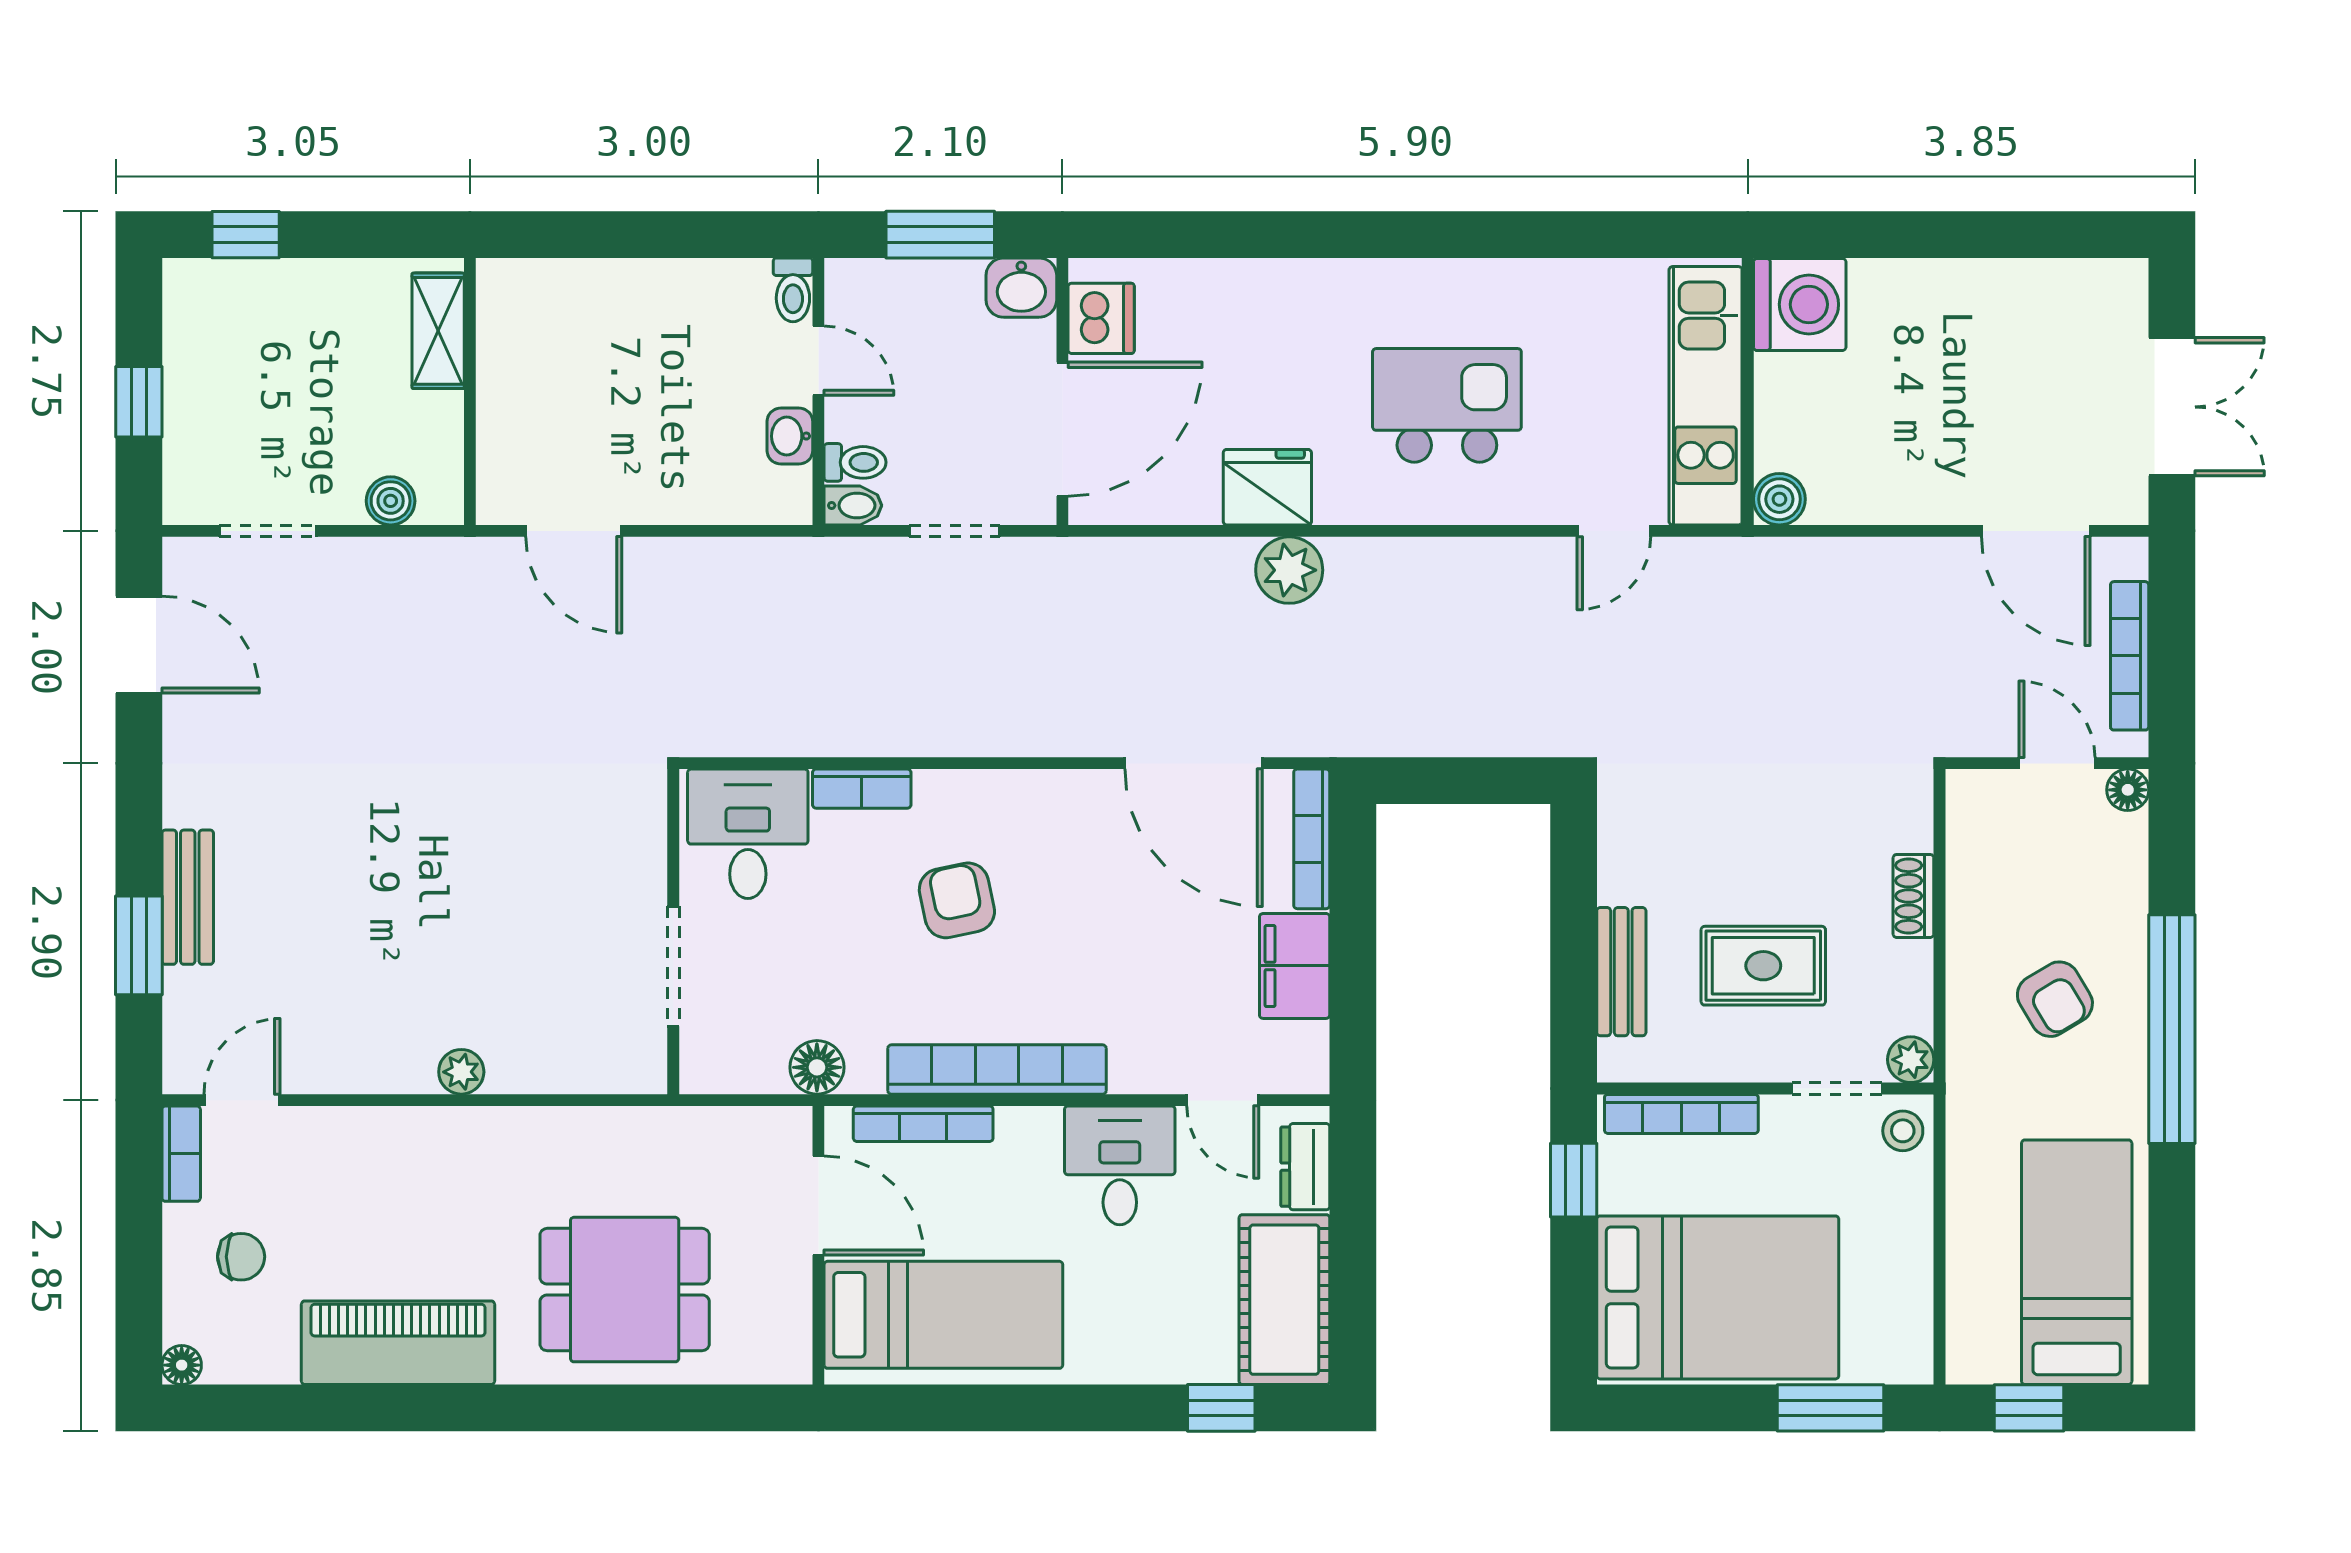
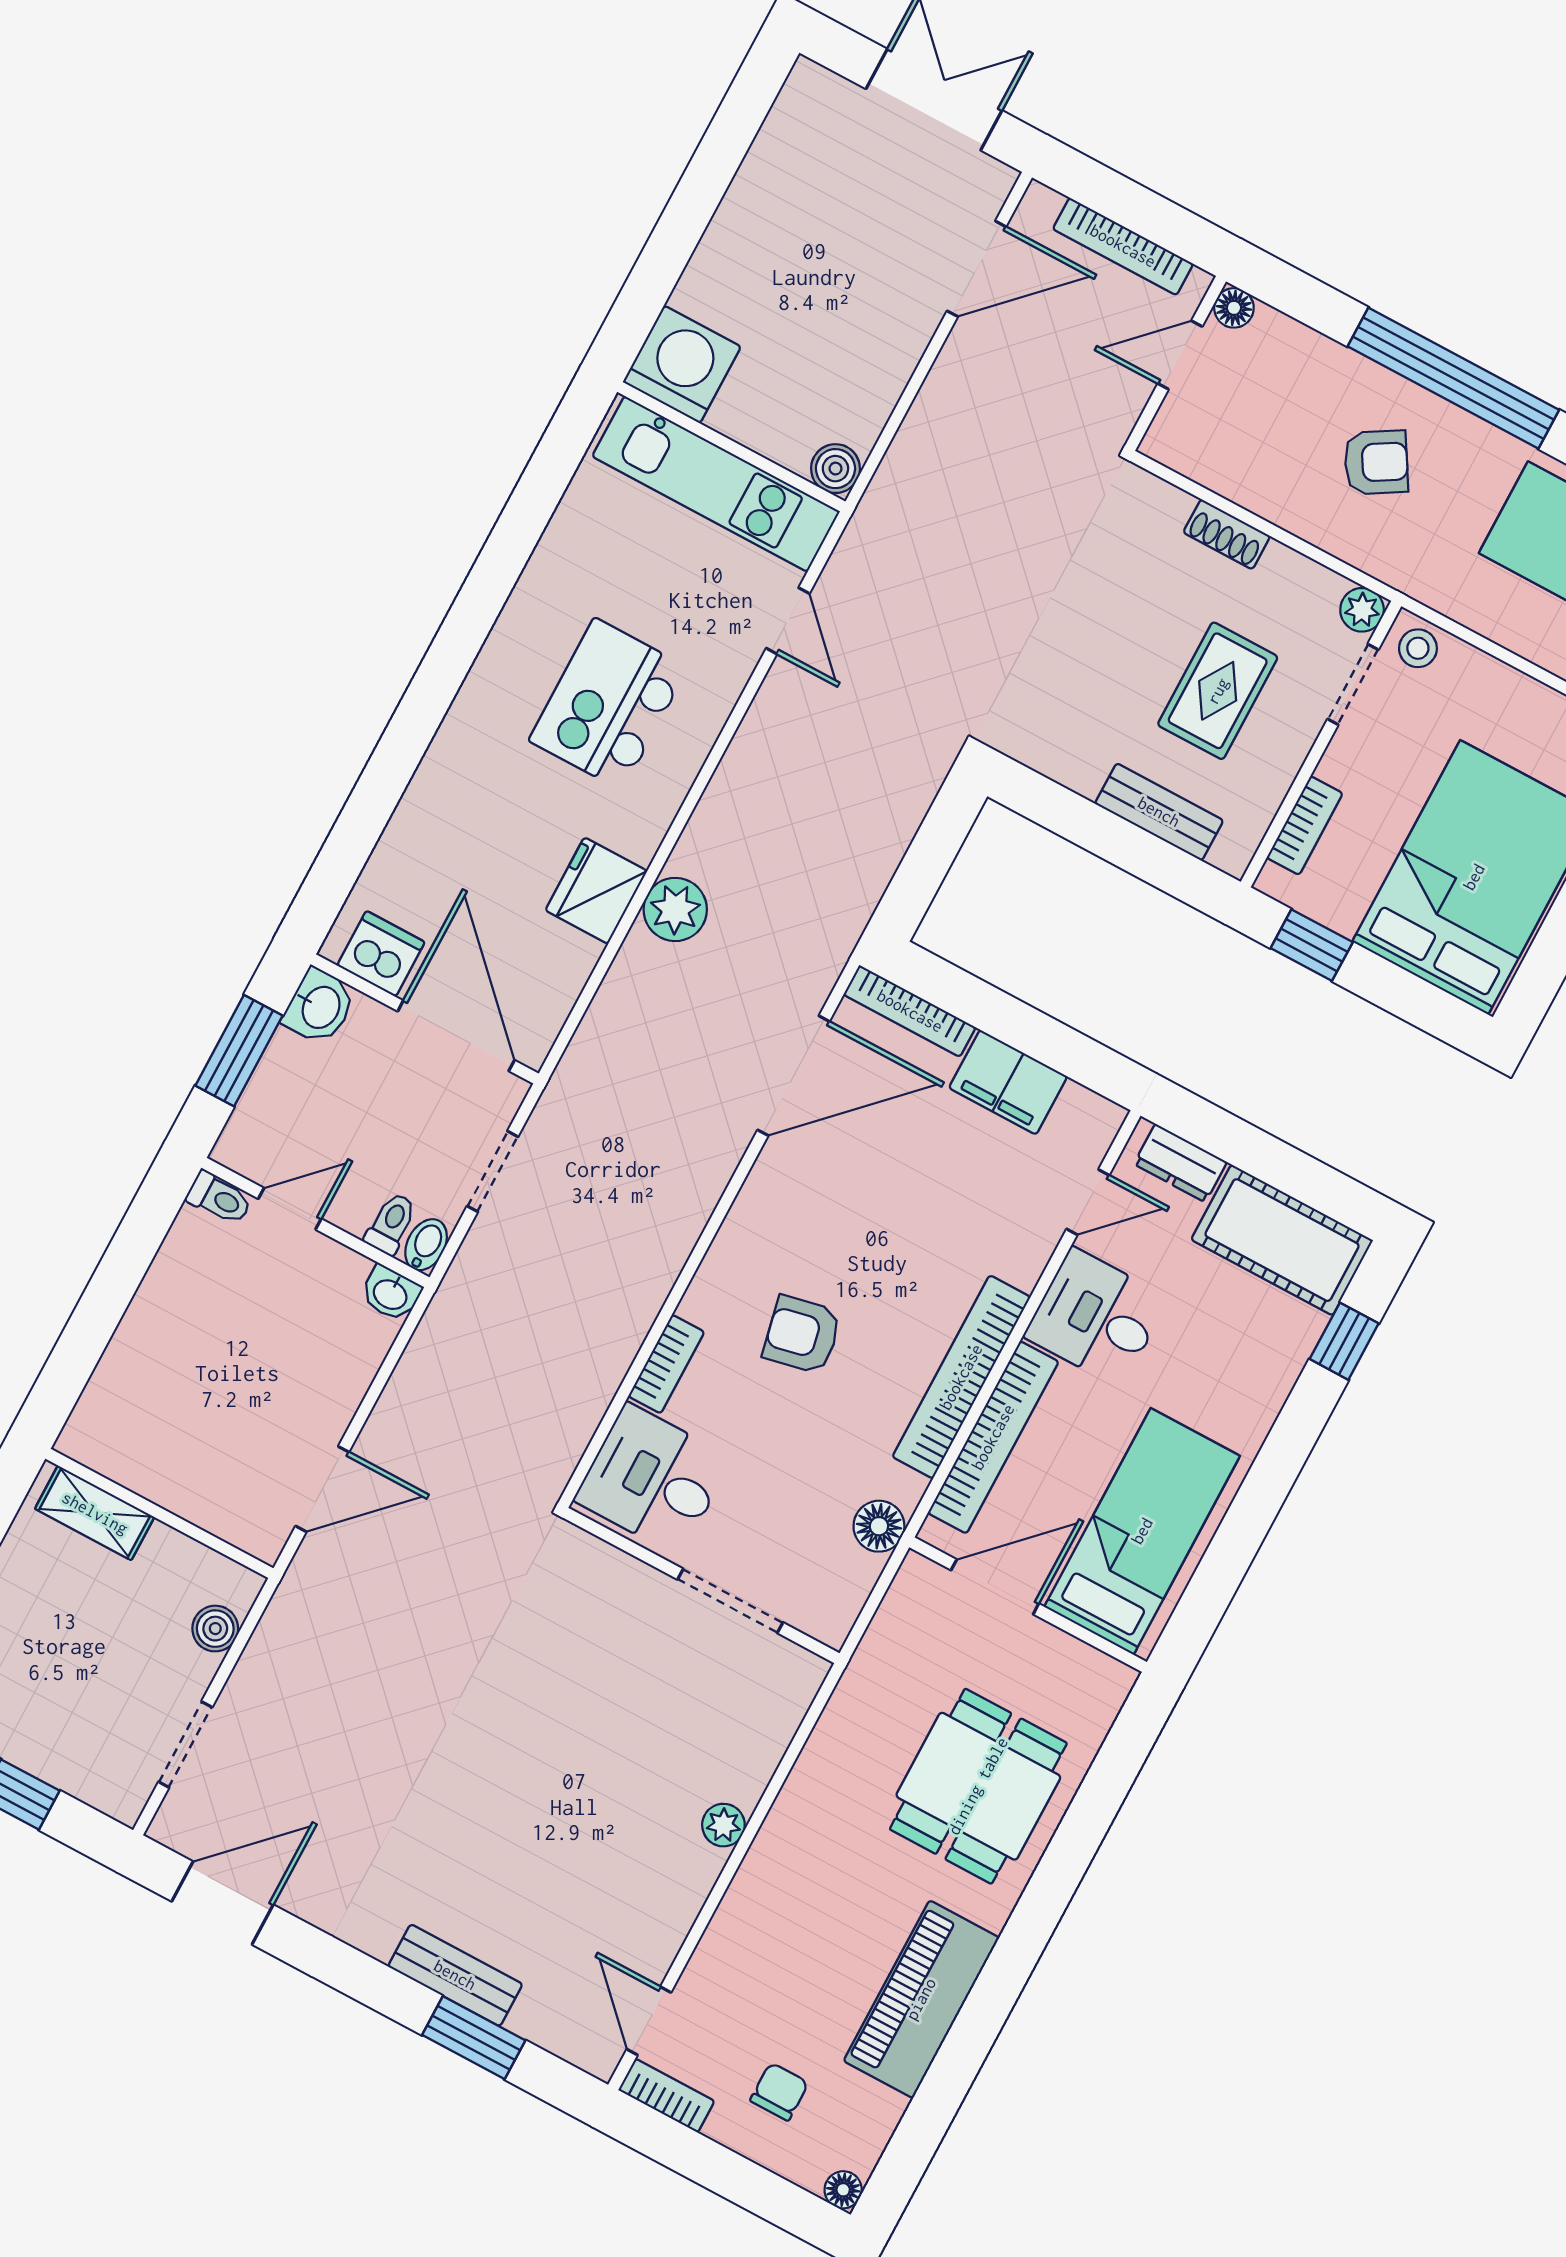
washbasin: (790, 436) -> (391, 1293), moved
bookcase: (1681, 1114) -> (1305, 826), width x0.64
bookcase: (923, 1124) -> (993, 1437), width x1.48, depth x1.31

